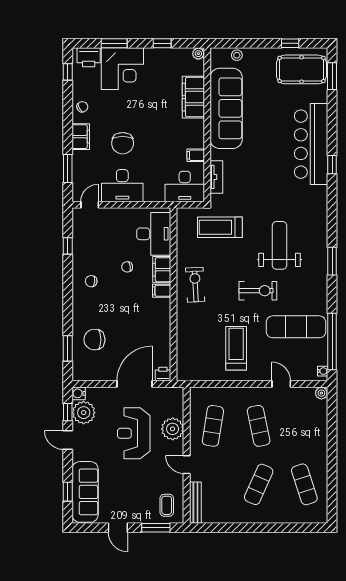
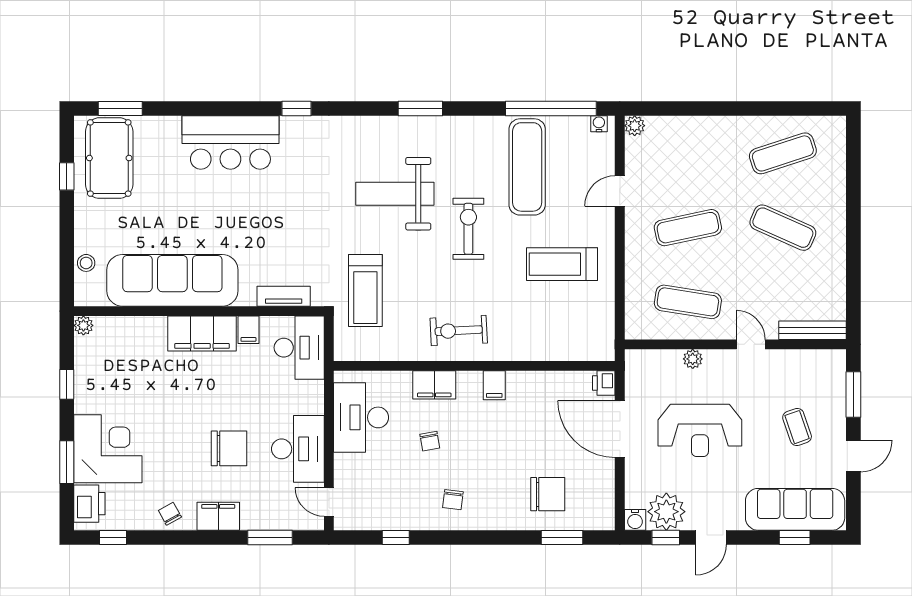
filing cabinet: (193, 97) -> (202, 334), moved
bar counter: (311, 144) -> (230, 142), width x0.73
window: (332, 165) -> (297, 108), moved
desk: (154, 234) -> (361, 417), moved, turned -90
filing cabinet: (162, 291) -> (494, 385), moved
chair: (94, 340) -> (548, 494), turned -90
plant: (173, 429) -> (693, 359), width x0.53, depth x0.53
door: (187, 465) -> (751, 344), swing flipped
coffee table: (167, 505) -> (797, 427), moved, turned 71

